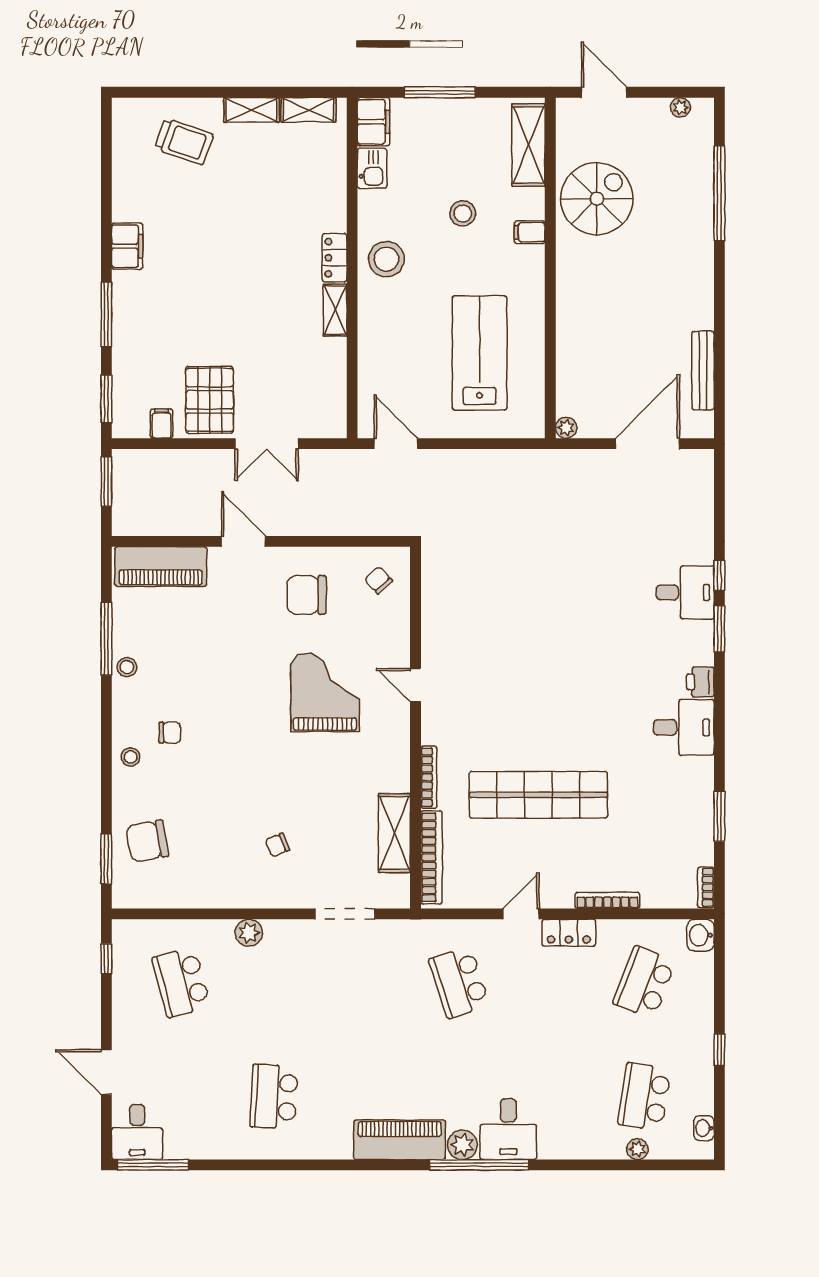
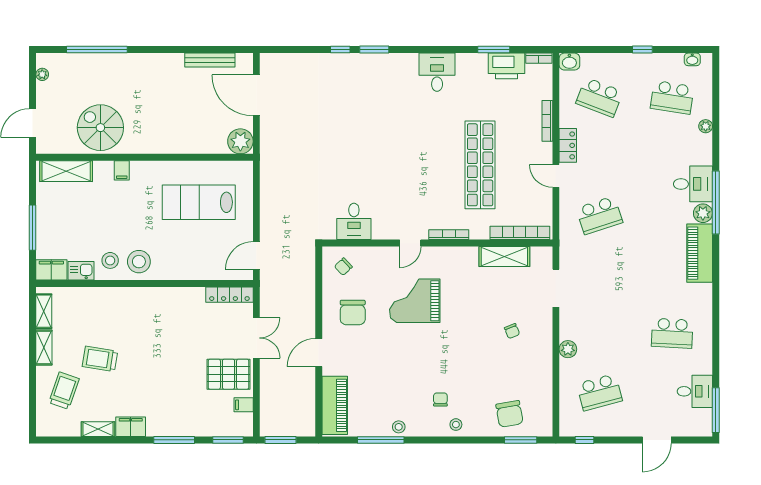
trolley: (234, 198) -> (100, 359), added
stool: (463, 213) -> (110, 260), moved
locker: (335, 258) -> (229, 295), moved, width x1.53
shelving: (335, 310) -> (98, 429), moved
plant: (566, 428) -> (240, 141), width x1.88, depth x1.88
desk: (685, 592) -> (354, 221), moved, turned 180
printer: (700, 682) -> (507, 66), moved, width x1.87, depth x1.48
bookcase: (429, 777) -> (449, 235), moved
desk: (137, 1132) -> (695, 391), moved
plant: (637, 1149) -> (706, 126), moved

